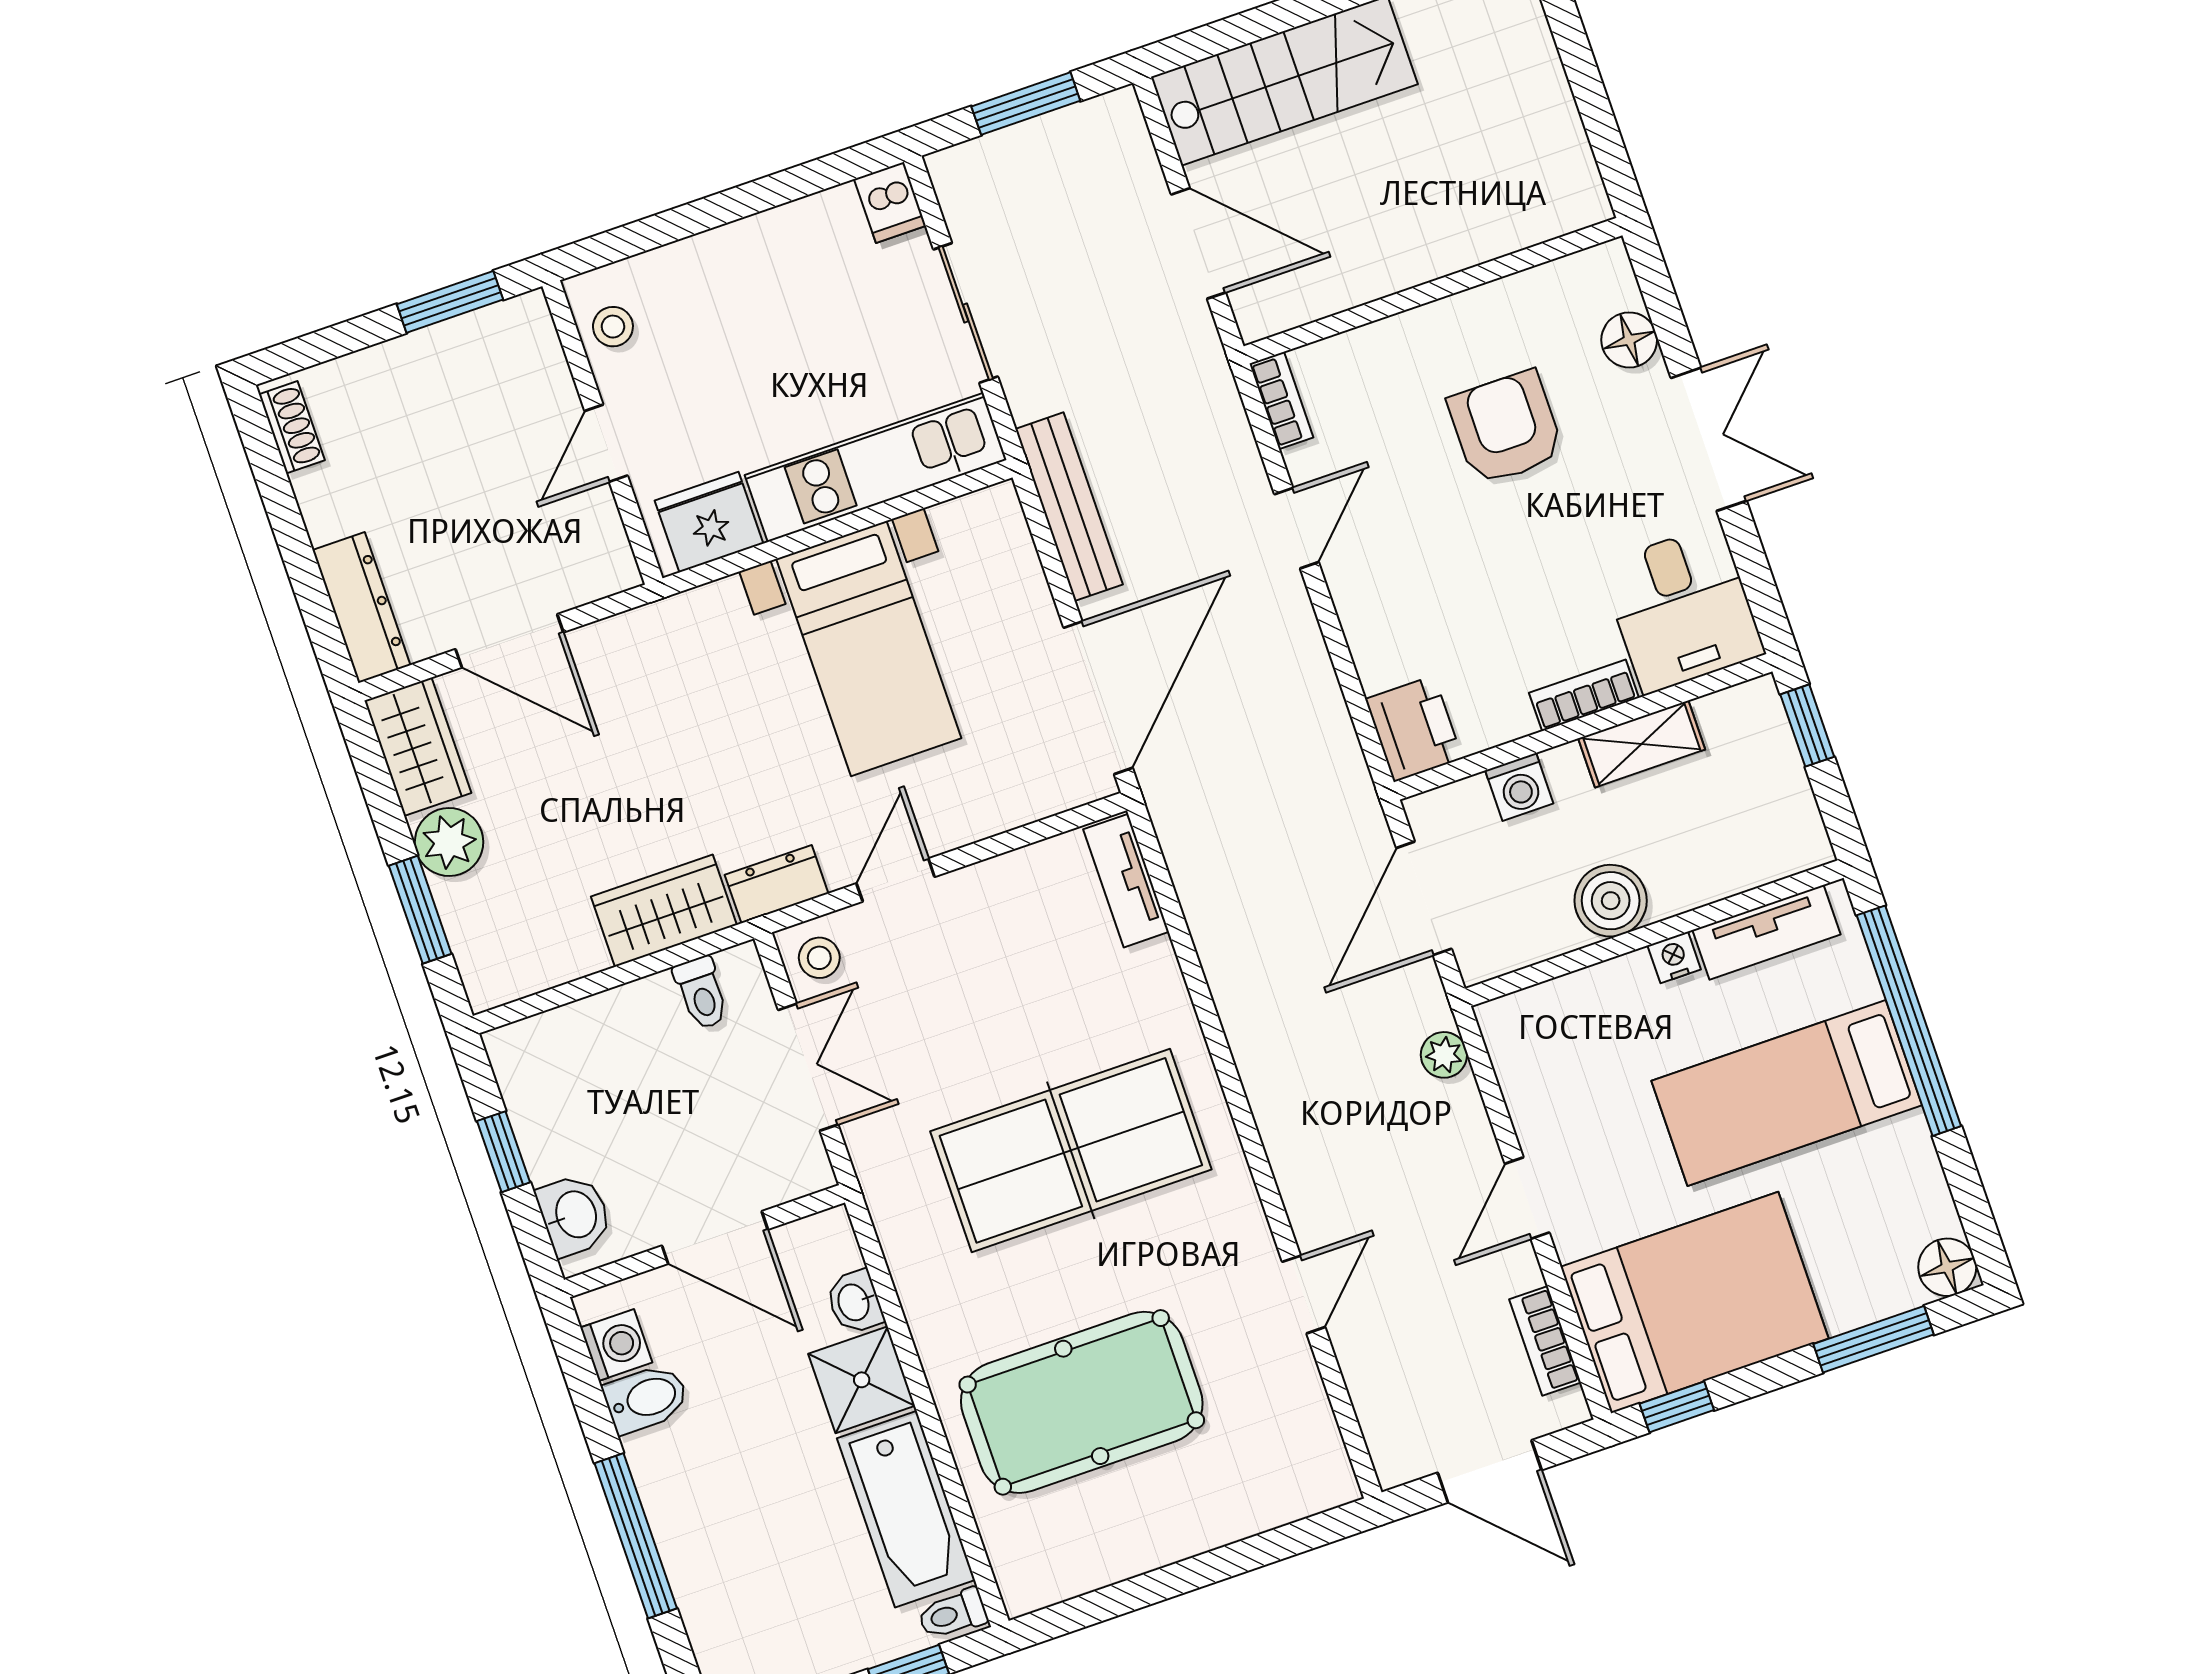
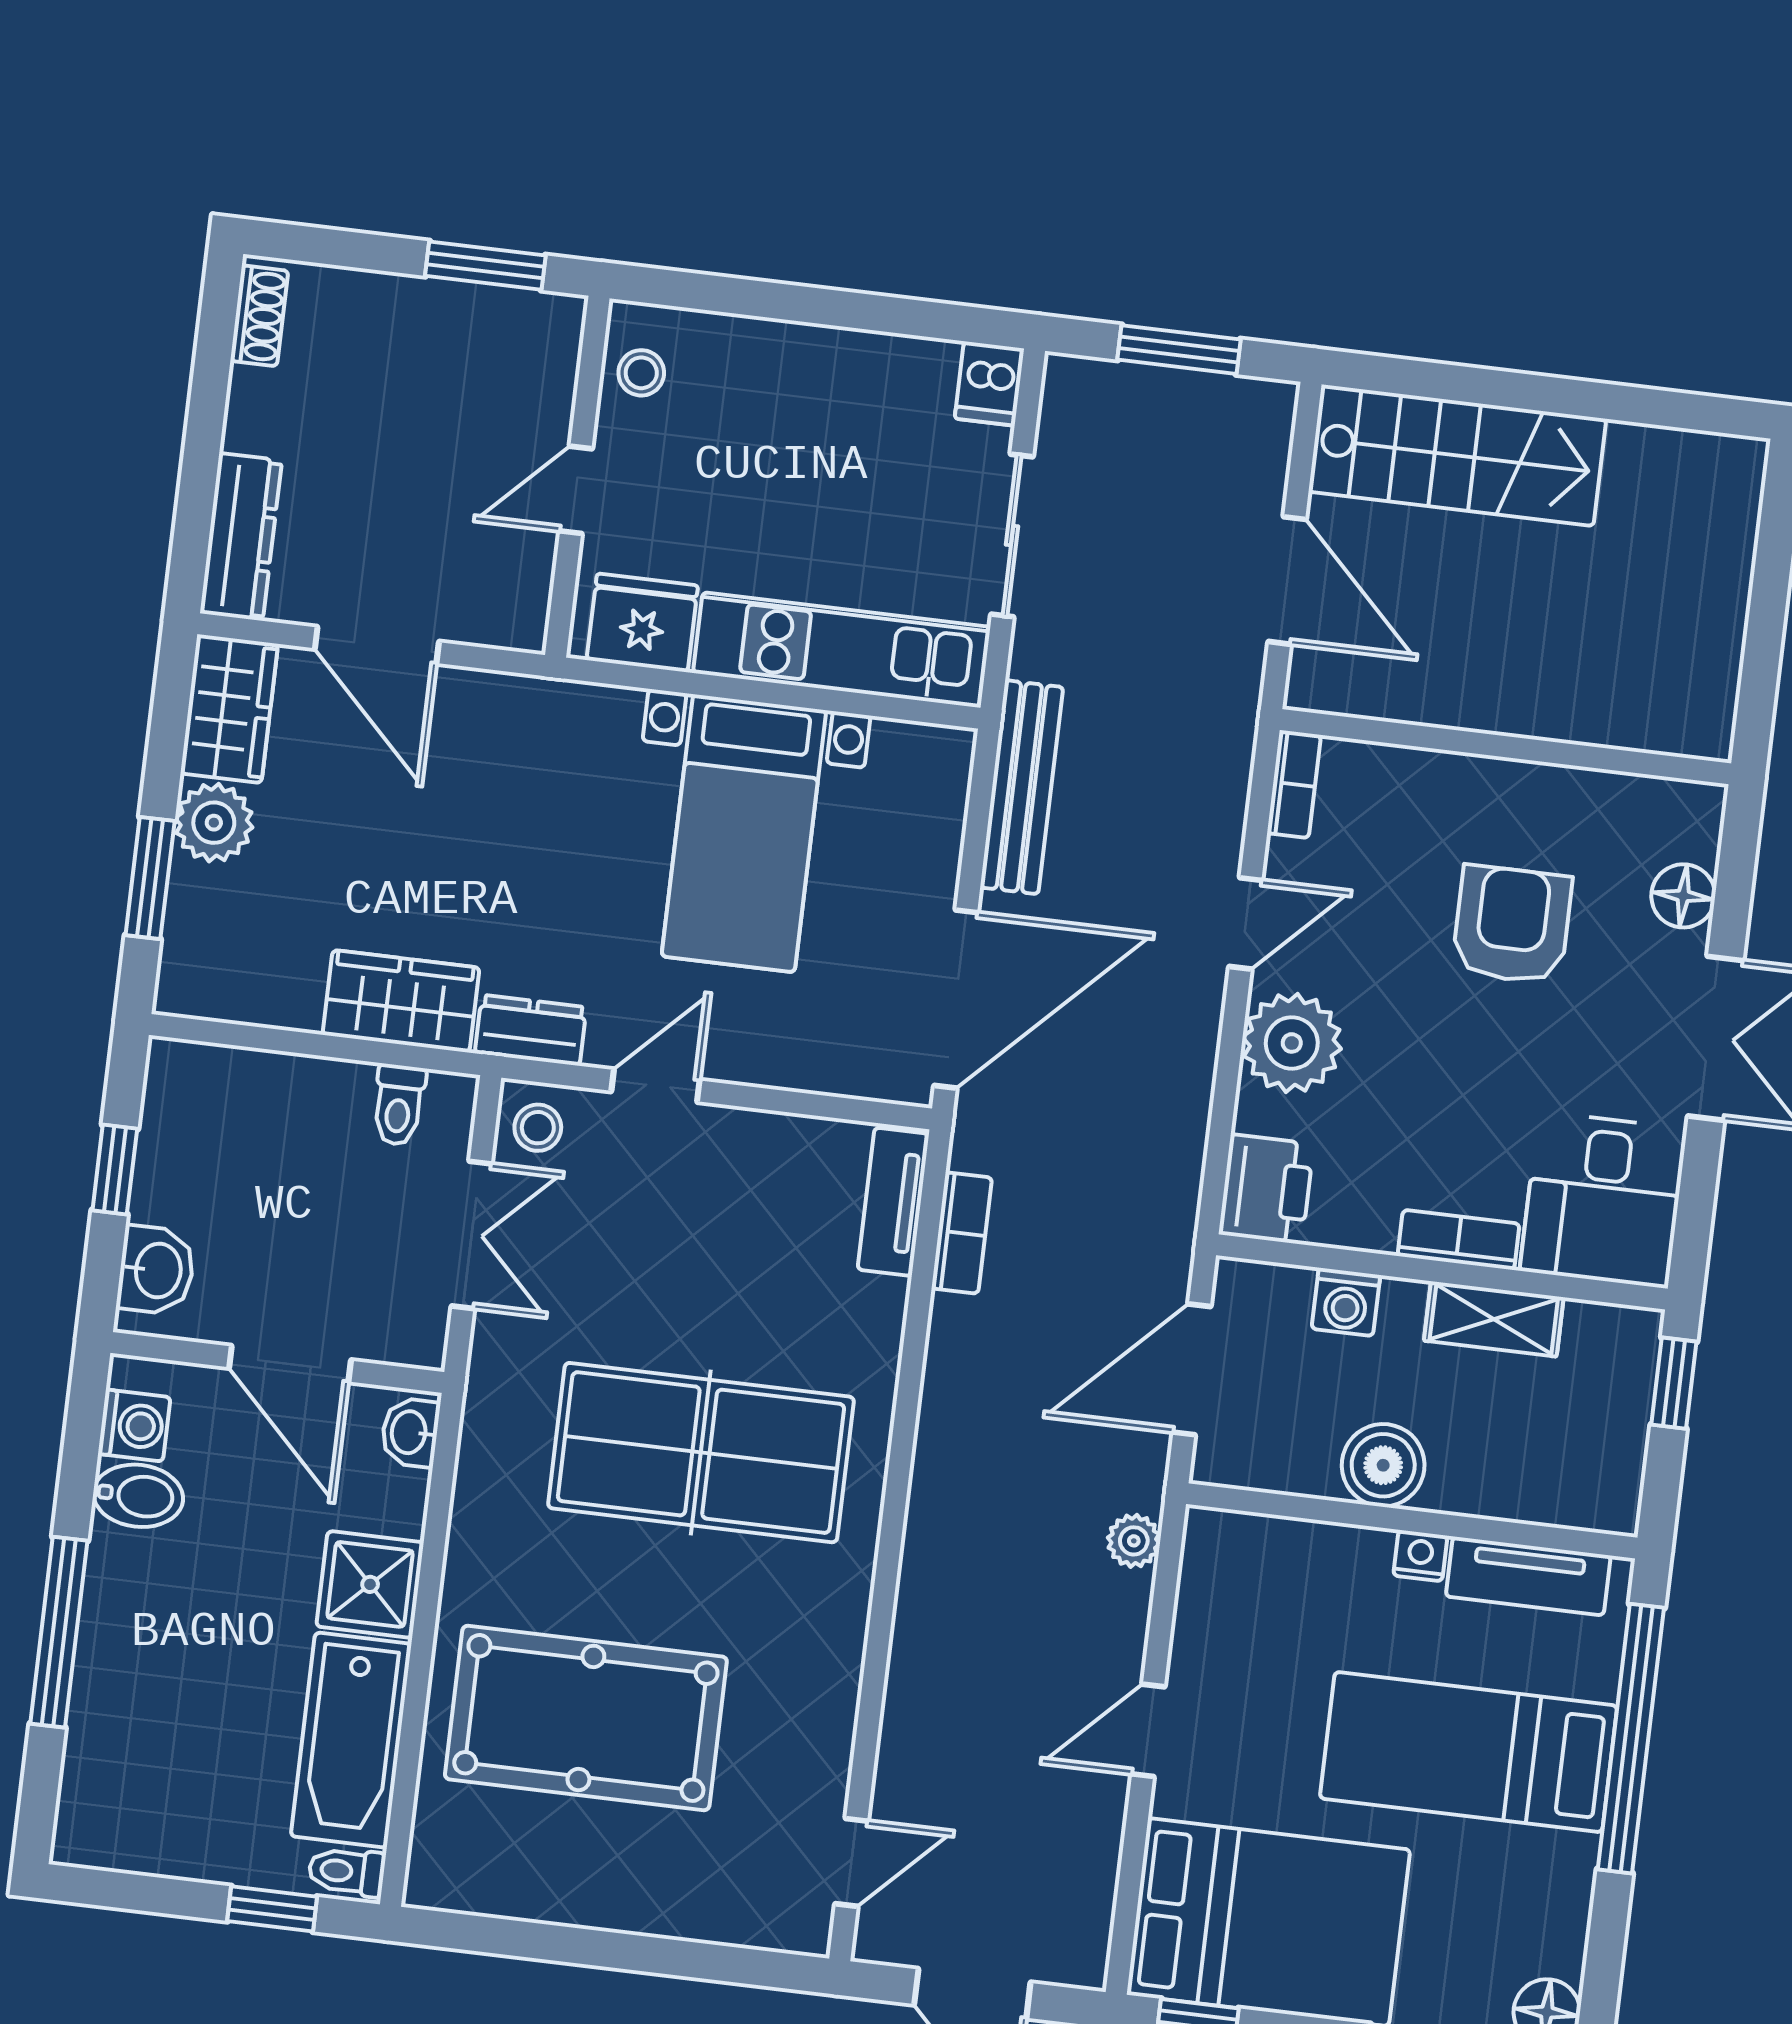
plant: (1378, 604) -> (1292, 1043), added
door: (1304, 1294) -> (851, 1862), moved
washbasin: (855, 1302) -> (410, 1432), moved
bookcase: (1545, 1341) -> (962, 1233), moved, turned 180

